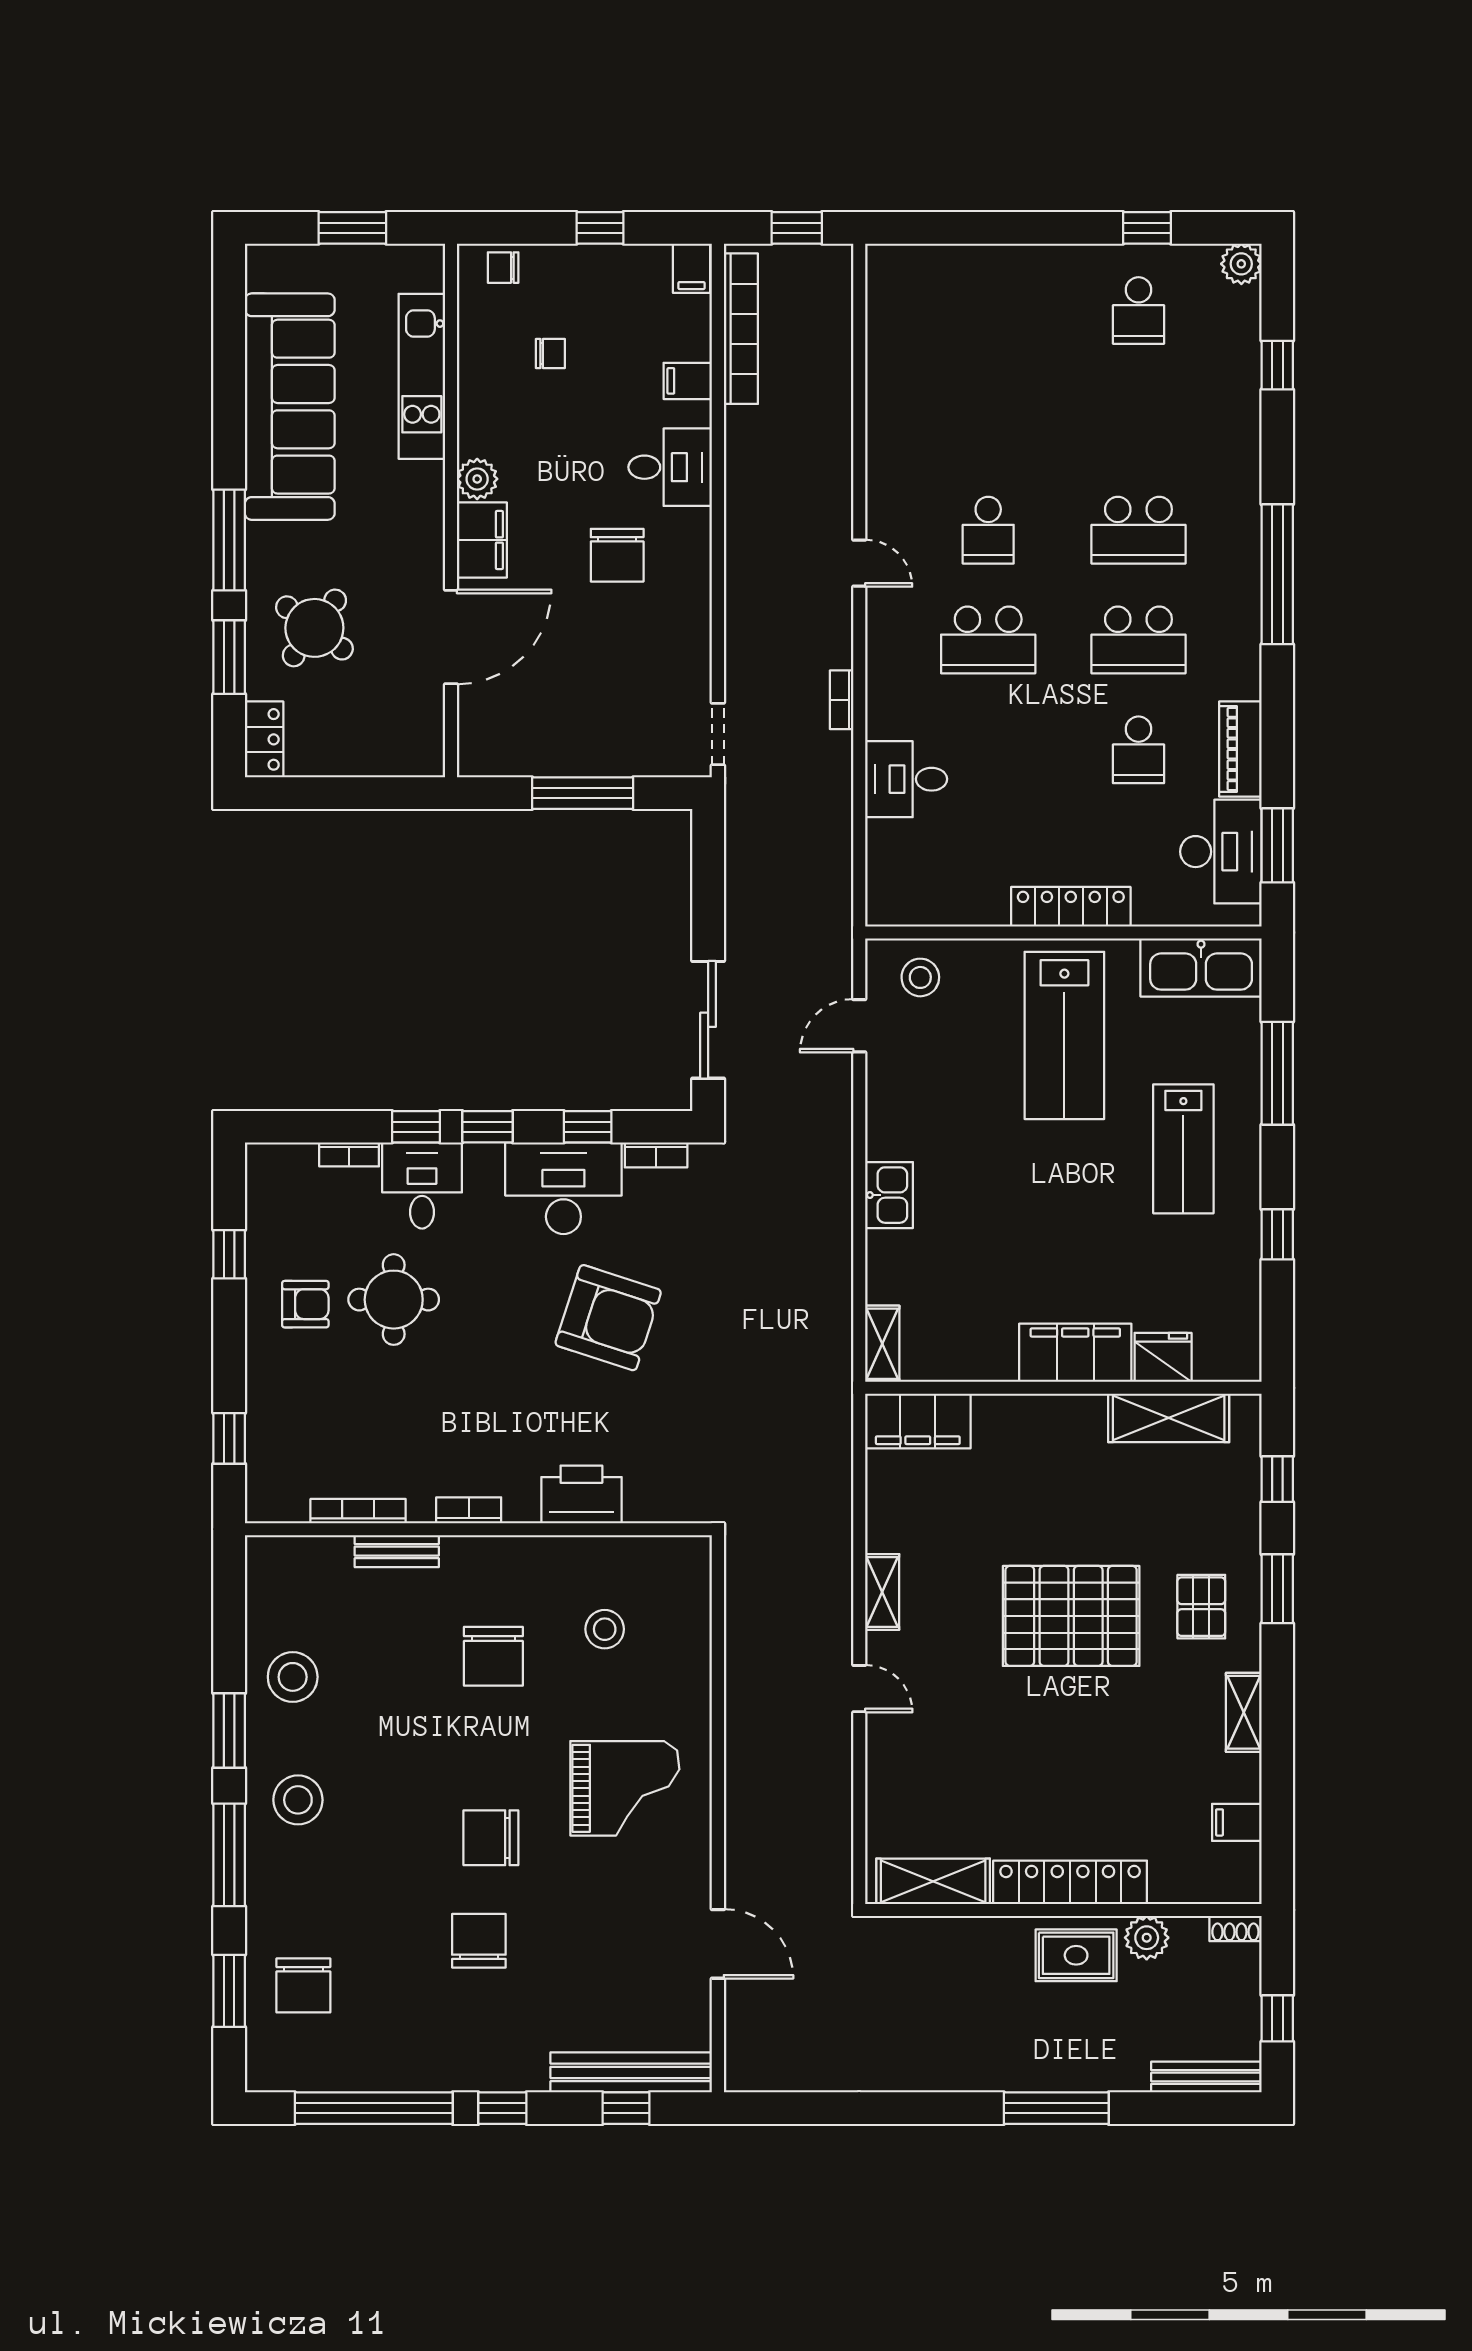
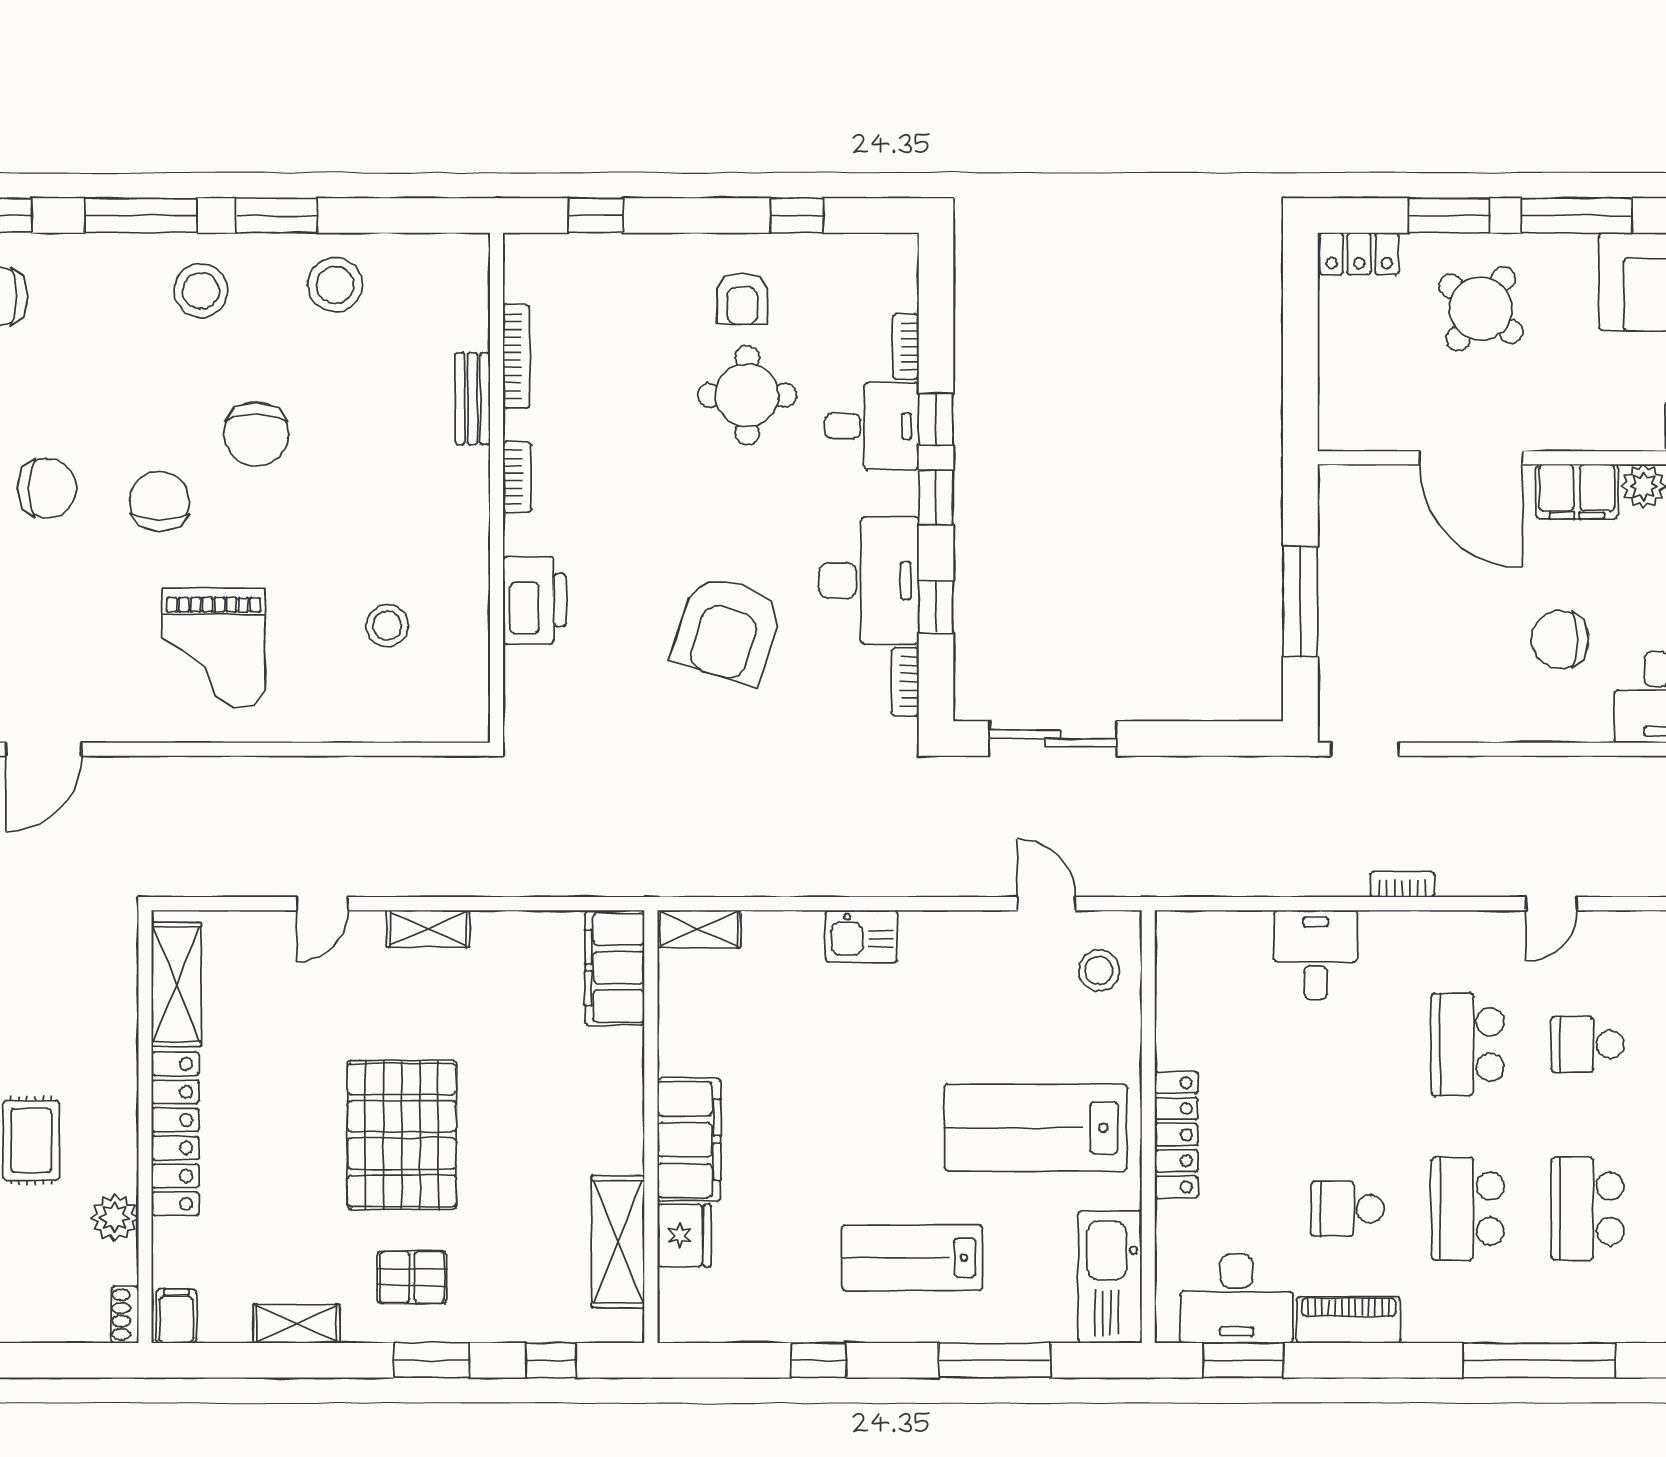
chair: (493, 1656) -> (256, 434), moved, turned -90
shelving: (933, 1881) -> (176, 984), moved
locker: (1070, 1882) -> (175, 1134), moved
wall: (1063, 1910) -> (145, 1127), moved
shoe rack: (1235, 1929) -> (125, 1315), moved
plant: (1147, 1938) -> (115, 1218), moved

